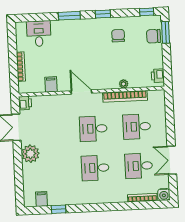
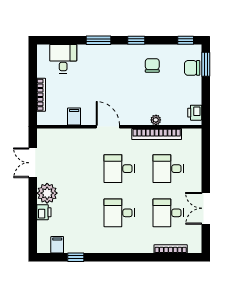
printer: (25, 103) -> (44, 212), moved
water cooler: (164, 194) -> (195, 246), removed

